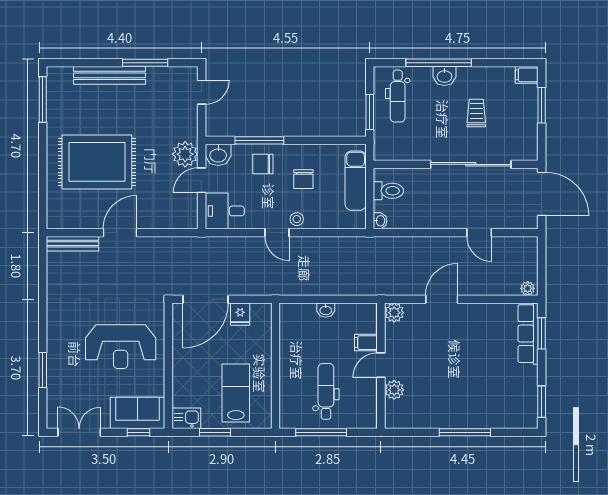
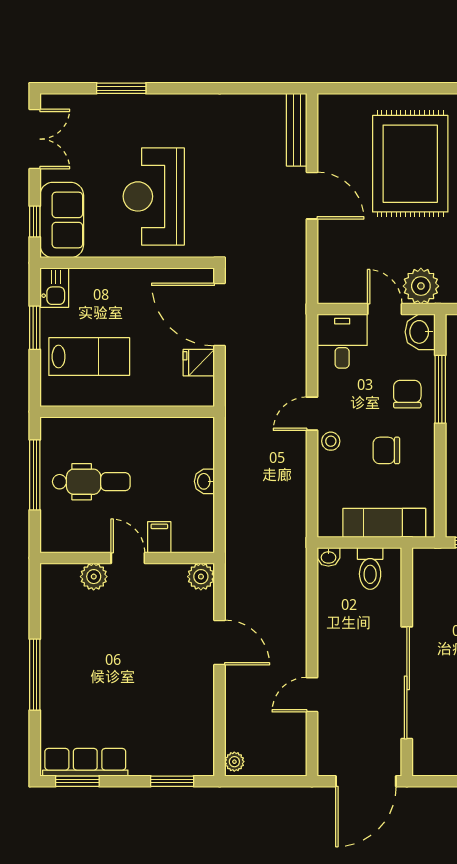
row of seats: (528, 334) -> (85, 762), moved

